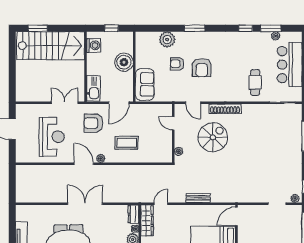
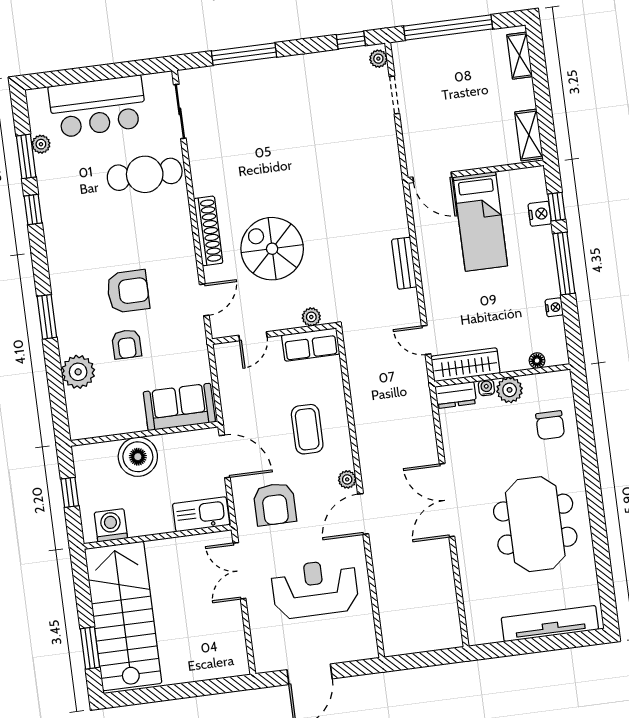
cafe table: (255, 82) -> (145, 174), width x1.37, depth x1.35
row of seats: (166, 150) -> (311, 345), added

